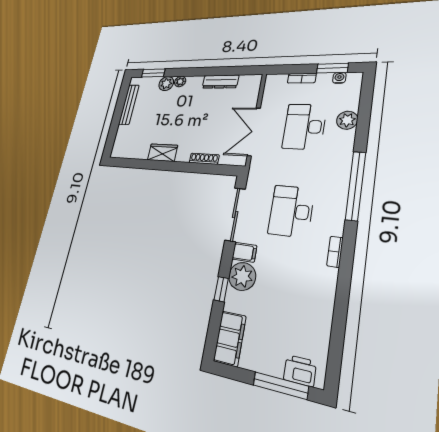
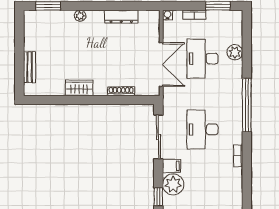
water cooler: (339, 78) -> (167, 15), moved
plant: (166, 84) -> (66, 18), removed
bench: (129, 105) -> (30, 67), moved, width x0.73
double door: (254, 132) -> (161, 65), swing flipped

